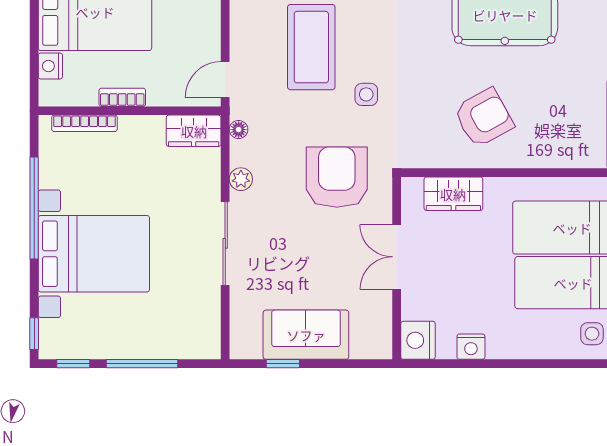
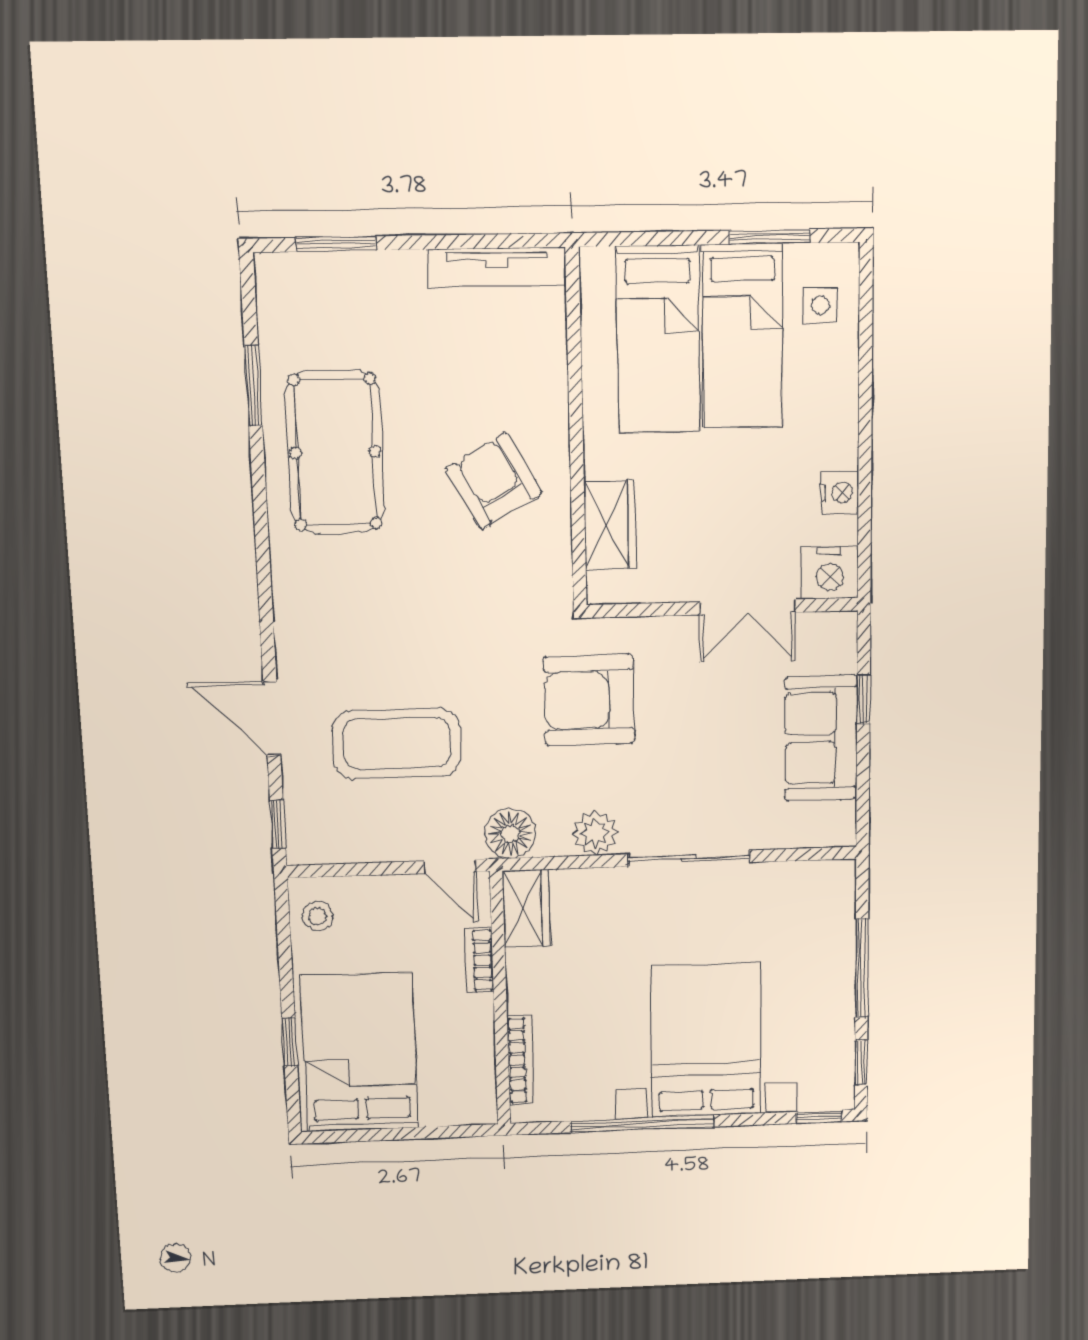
nightstand: (50, 66) -> (440, 1110), removed
side table: (366, 94) -> (464, 660), removed
bookcase: (122, 97) -> (479, 960), moved
floor lamp: (239, 130) -> (510, 834), width x1.89, depth x1.89
plant: (241, 179) -> (595, 833), width x1.38, depth x1.38
double door: (397, 257) -> (748, 607), moved
window: (283, 364) -> (863, 699), moved

